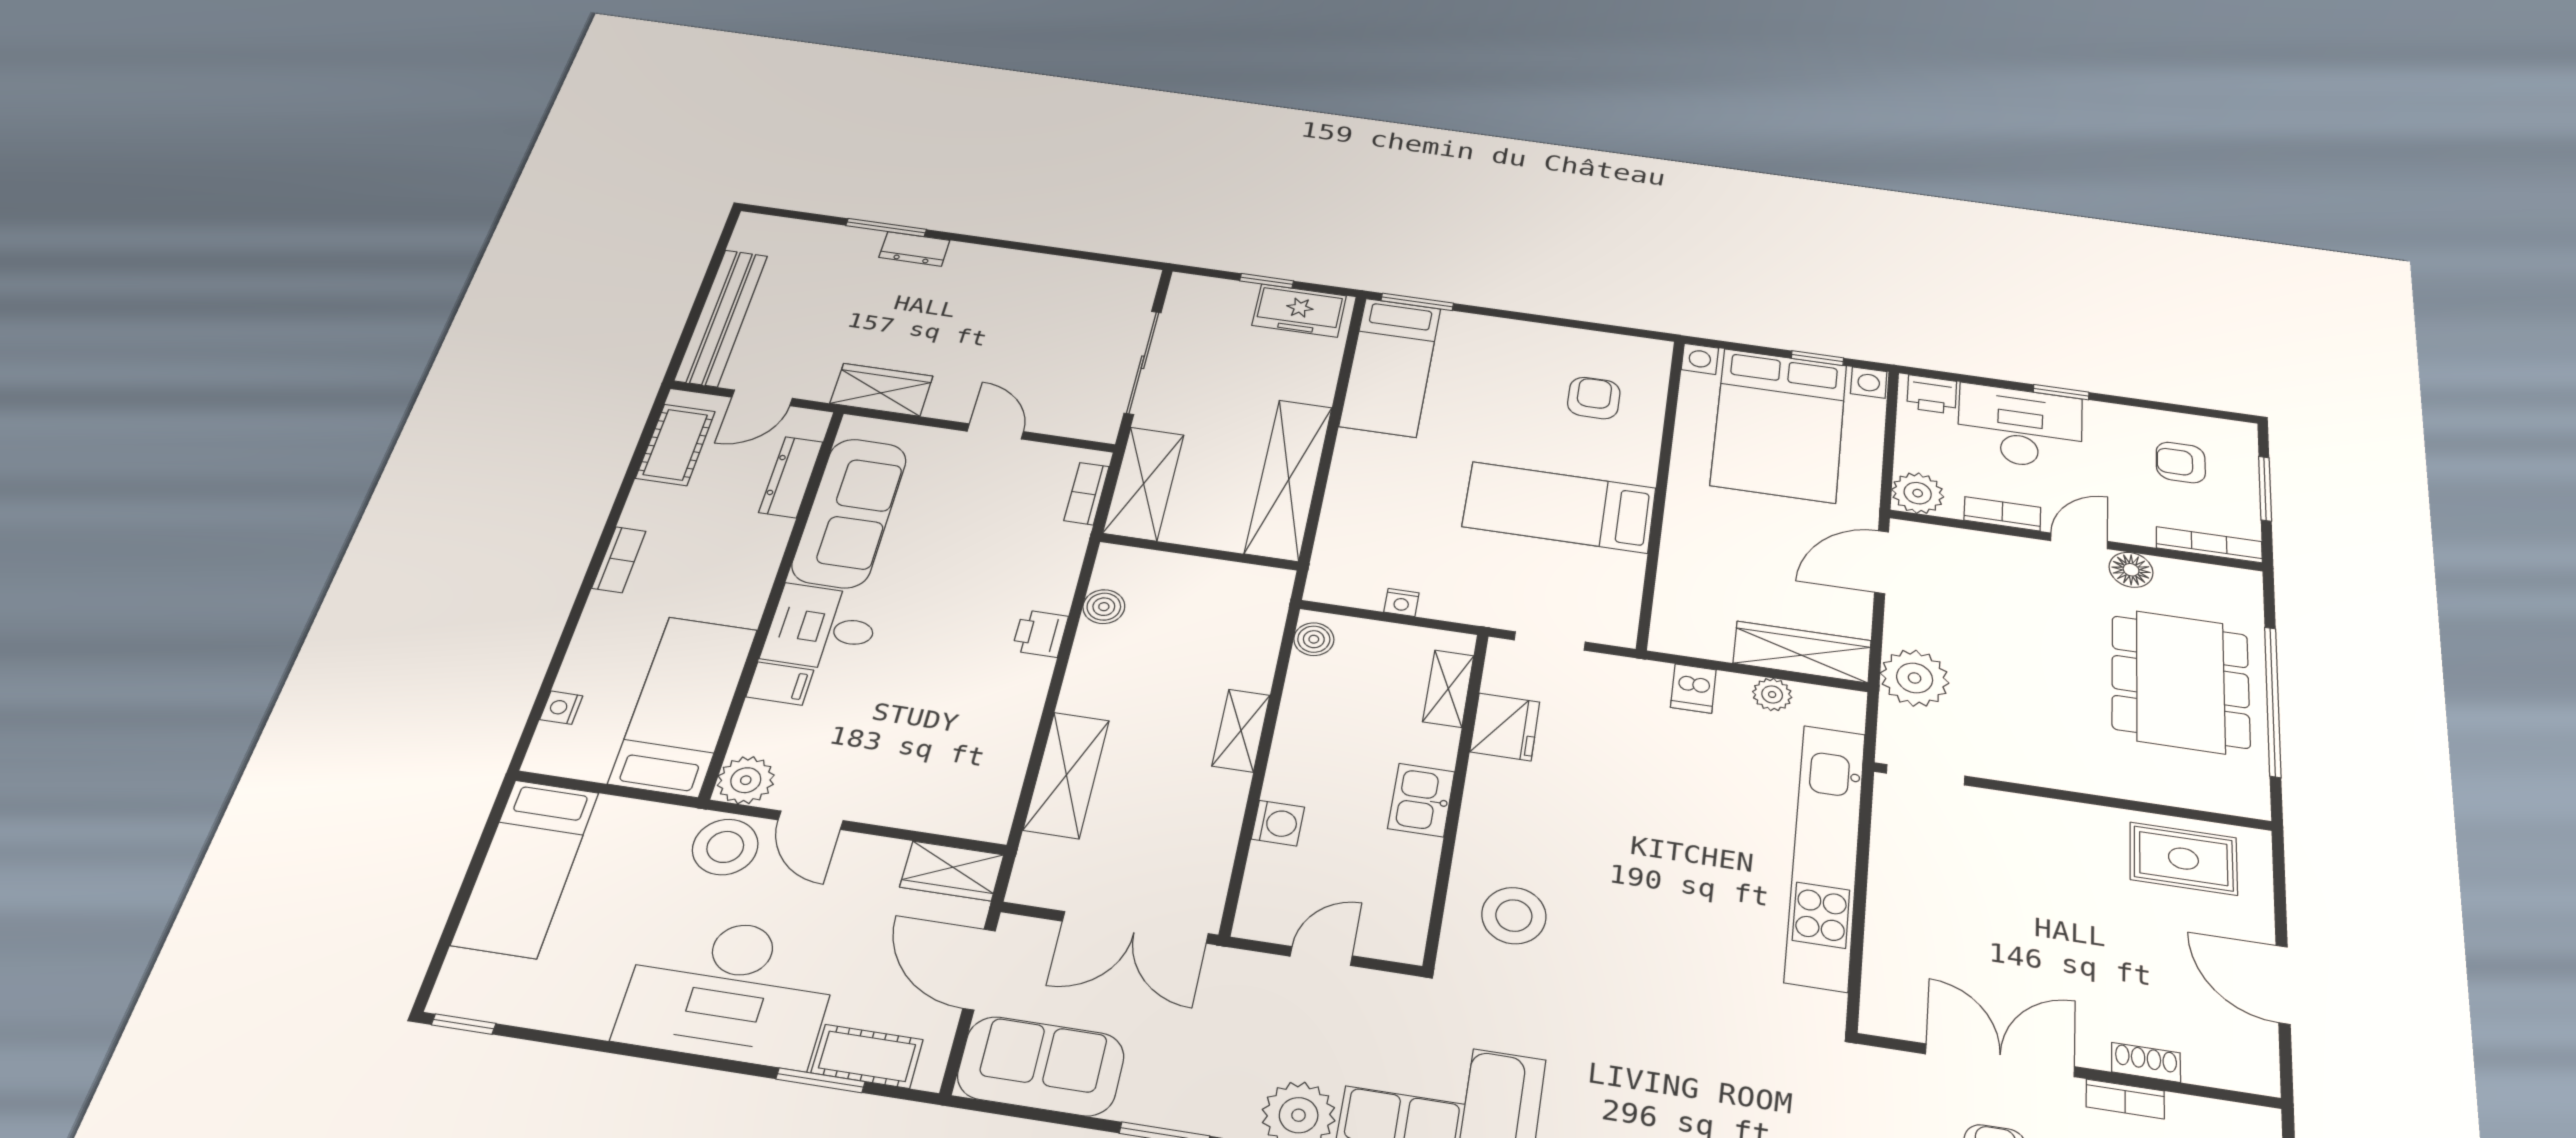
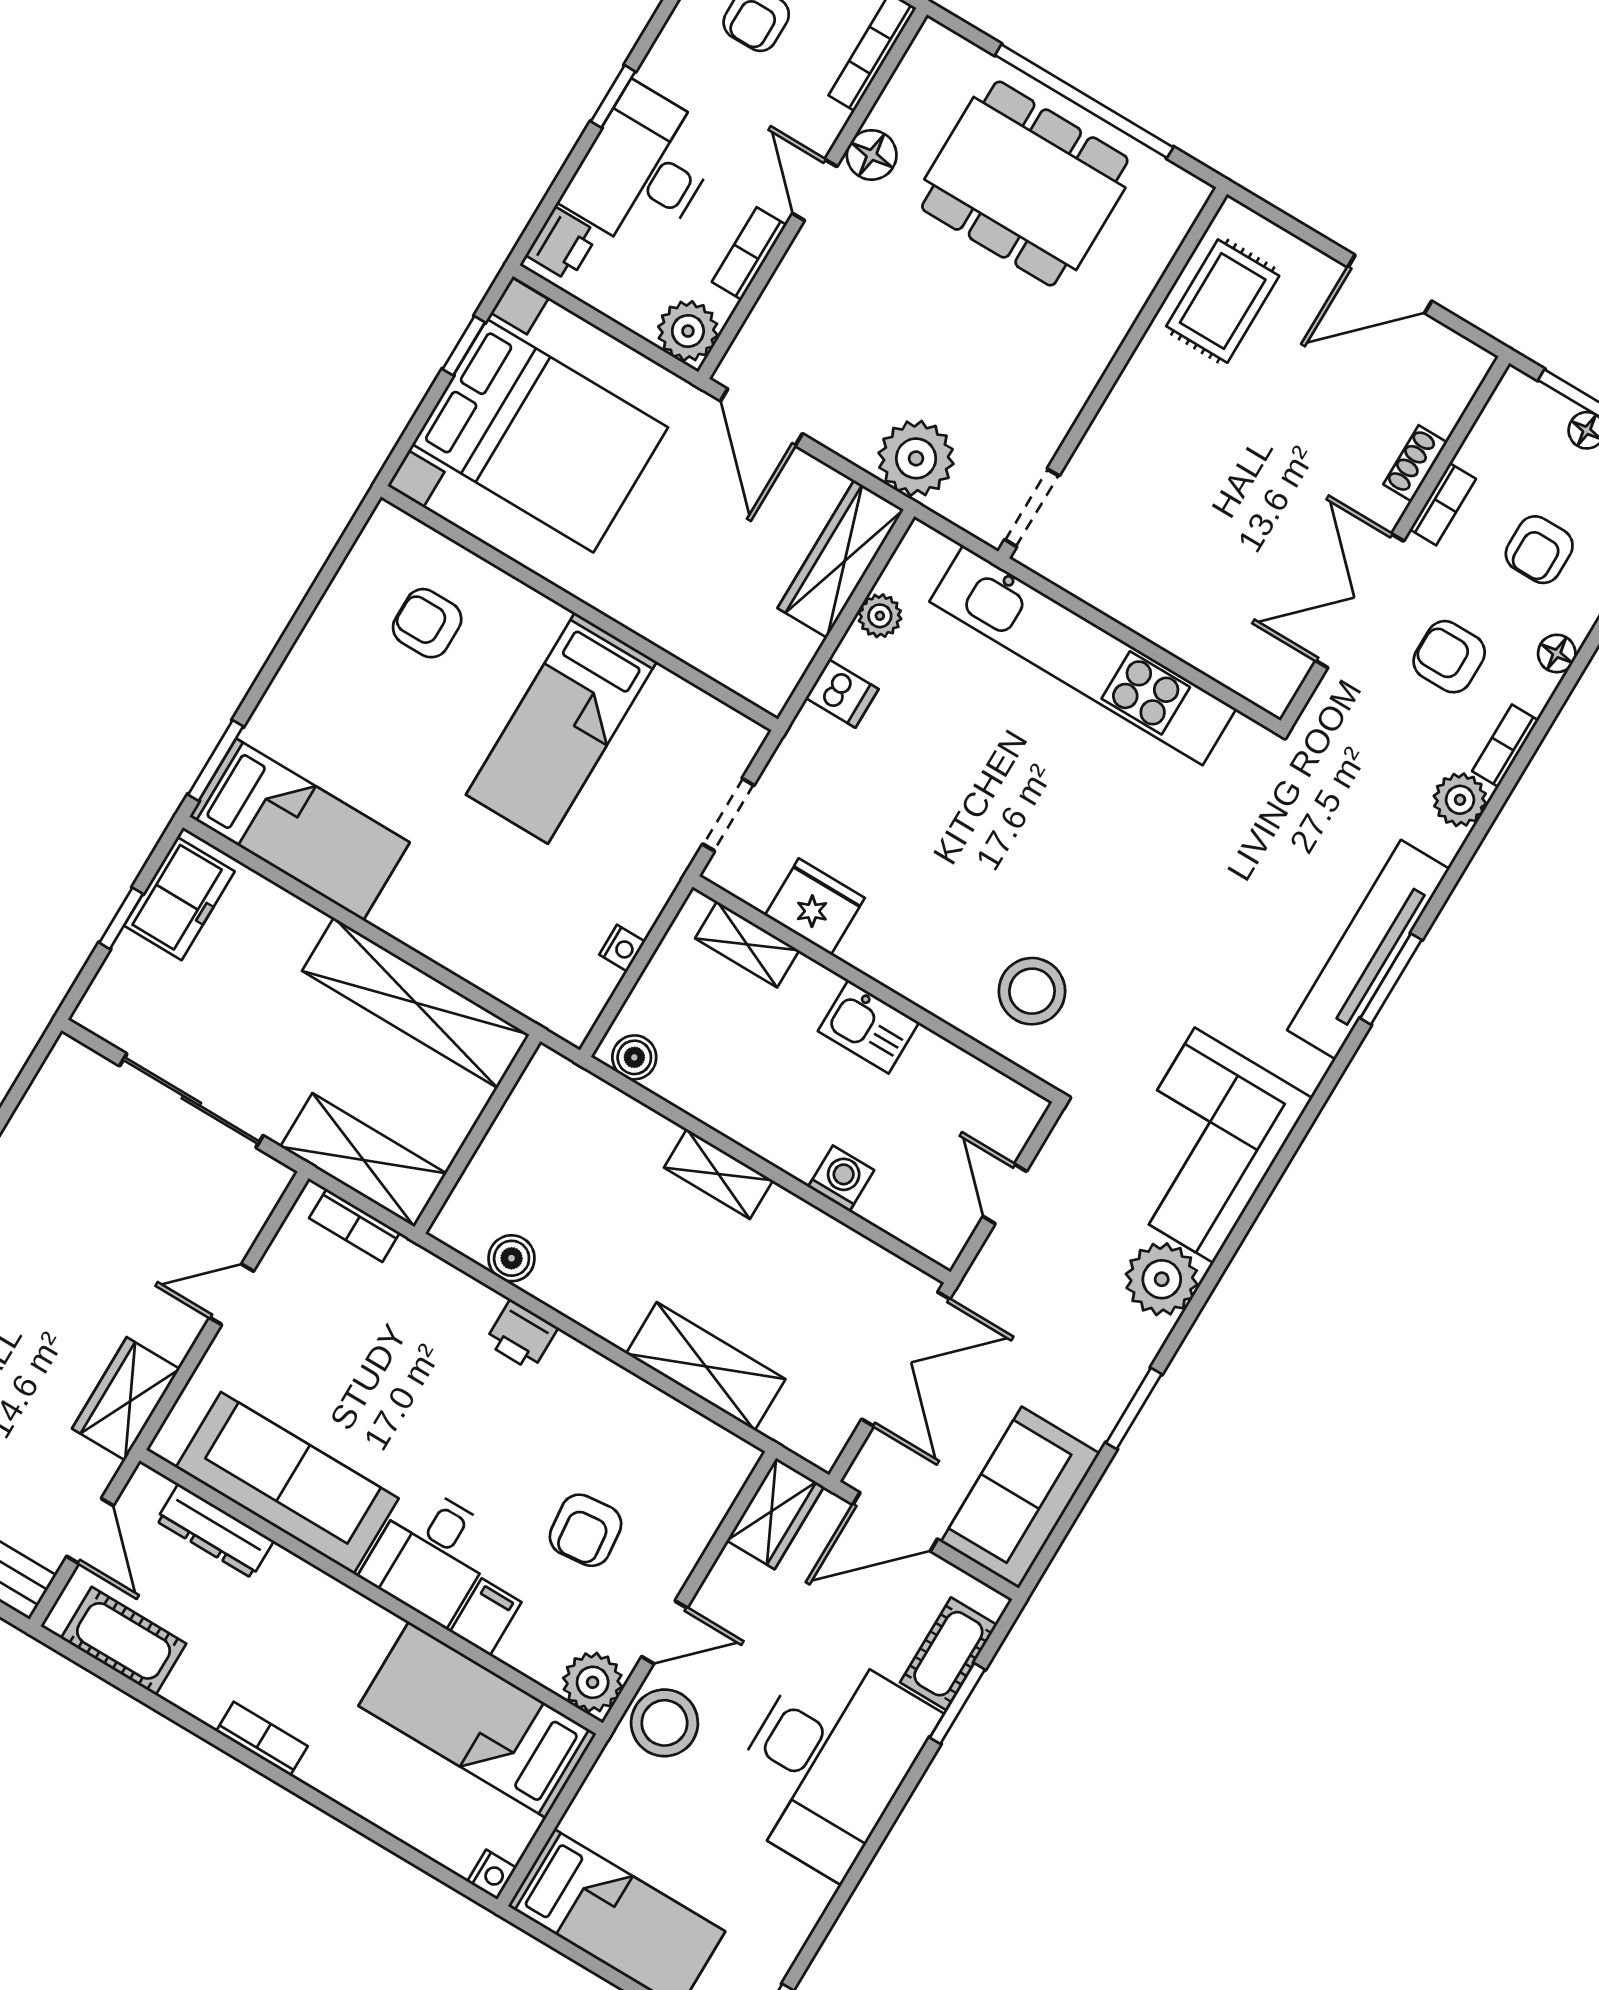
nightstand: (561, 708) -> (492, 1875), moved, turned -90
armchair: (884, 732) -> (586, 1530), added

